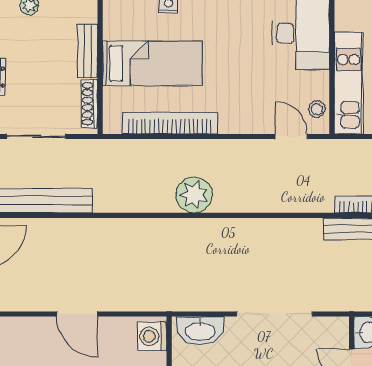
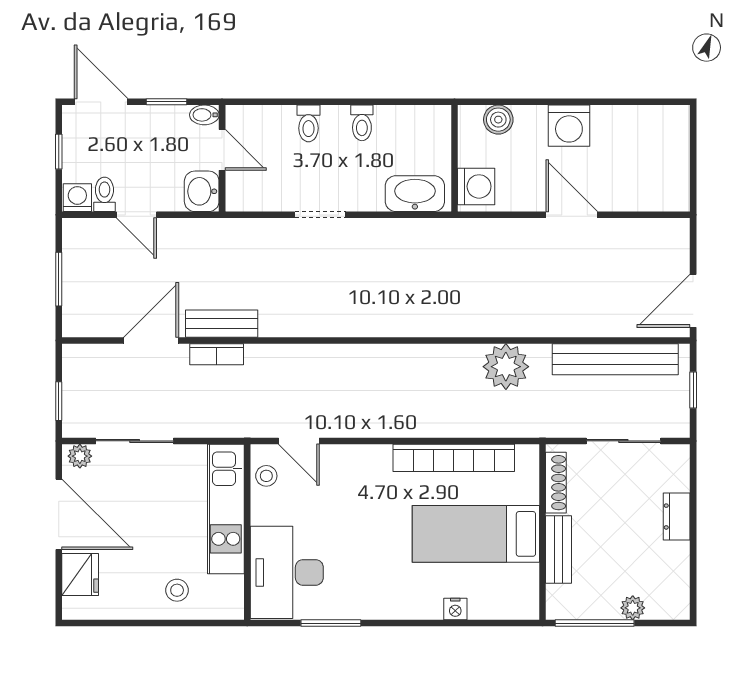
plant: (194, 195) -> (506, 367), moved
doorway: (275, 314) -> (320, 215), width x0.53

